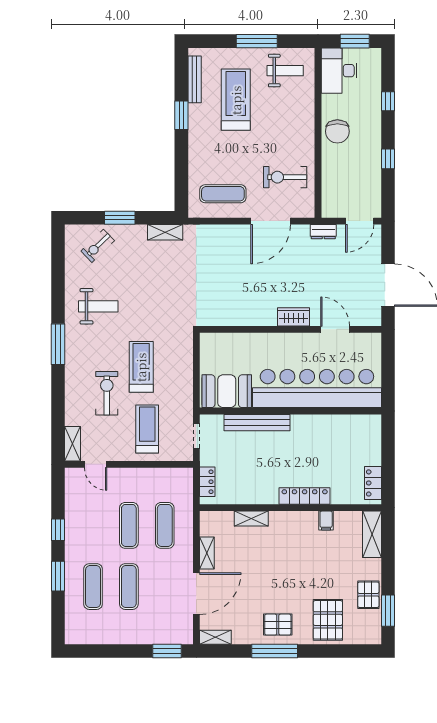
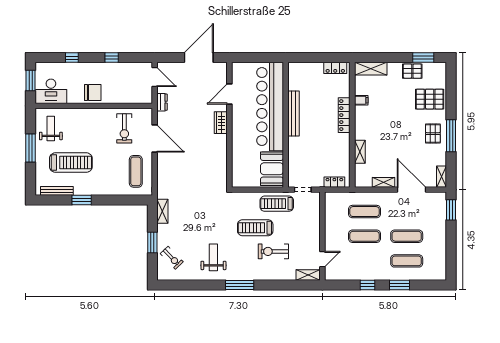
treadmill: (236, 100) -> (71, 163), turned 180
bench: (257, 423) -> (294, 114), moved
treadmill: (147, 429) -> (277, 204), moved

